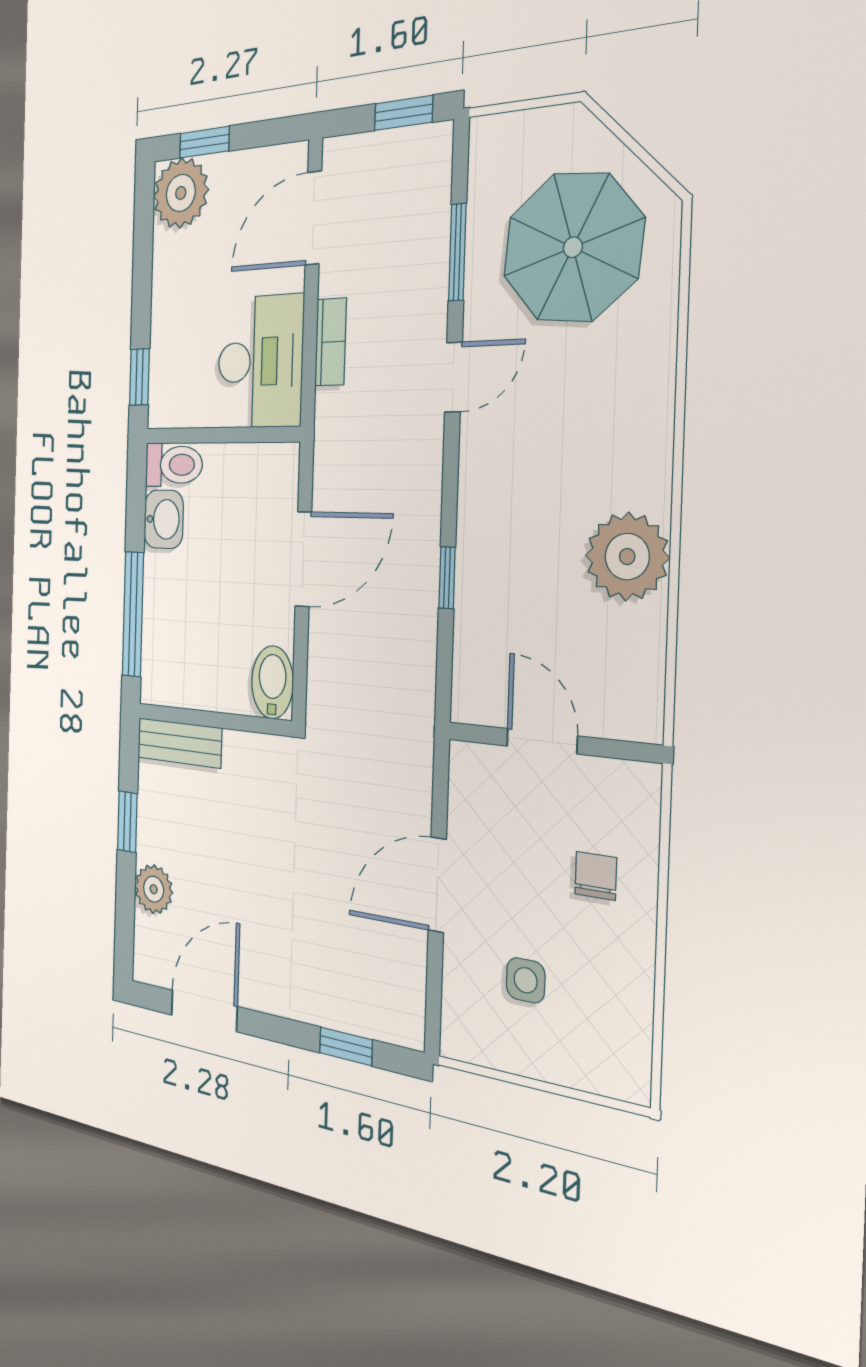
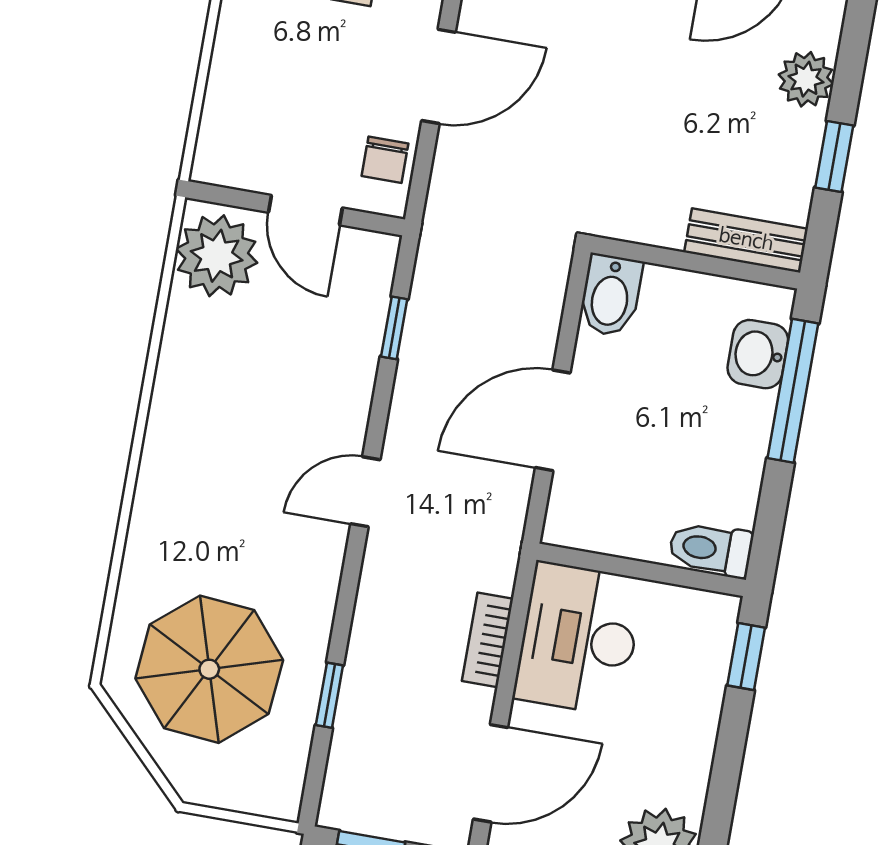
window: (457, 252) -> (329, 695), width x0.67
door: (453, 377) -> (365, 492), moved
washbasin: (164, 519) -> (758, 354), moved
plant: (627, 557) -> (217, 256), moved
window: (447, 578) -> (394, 328), moved
chair: (596, 876) -> (385, 160), moved

